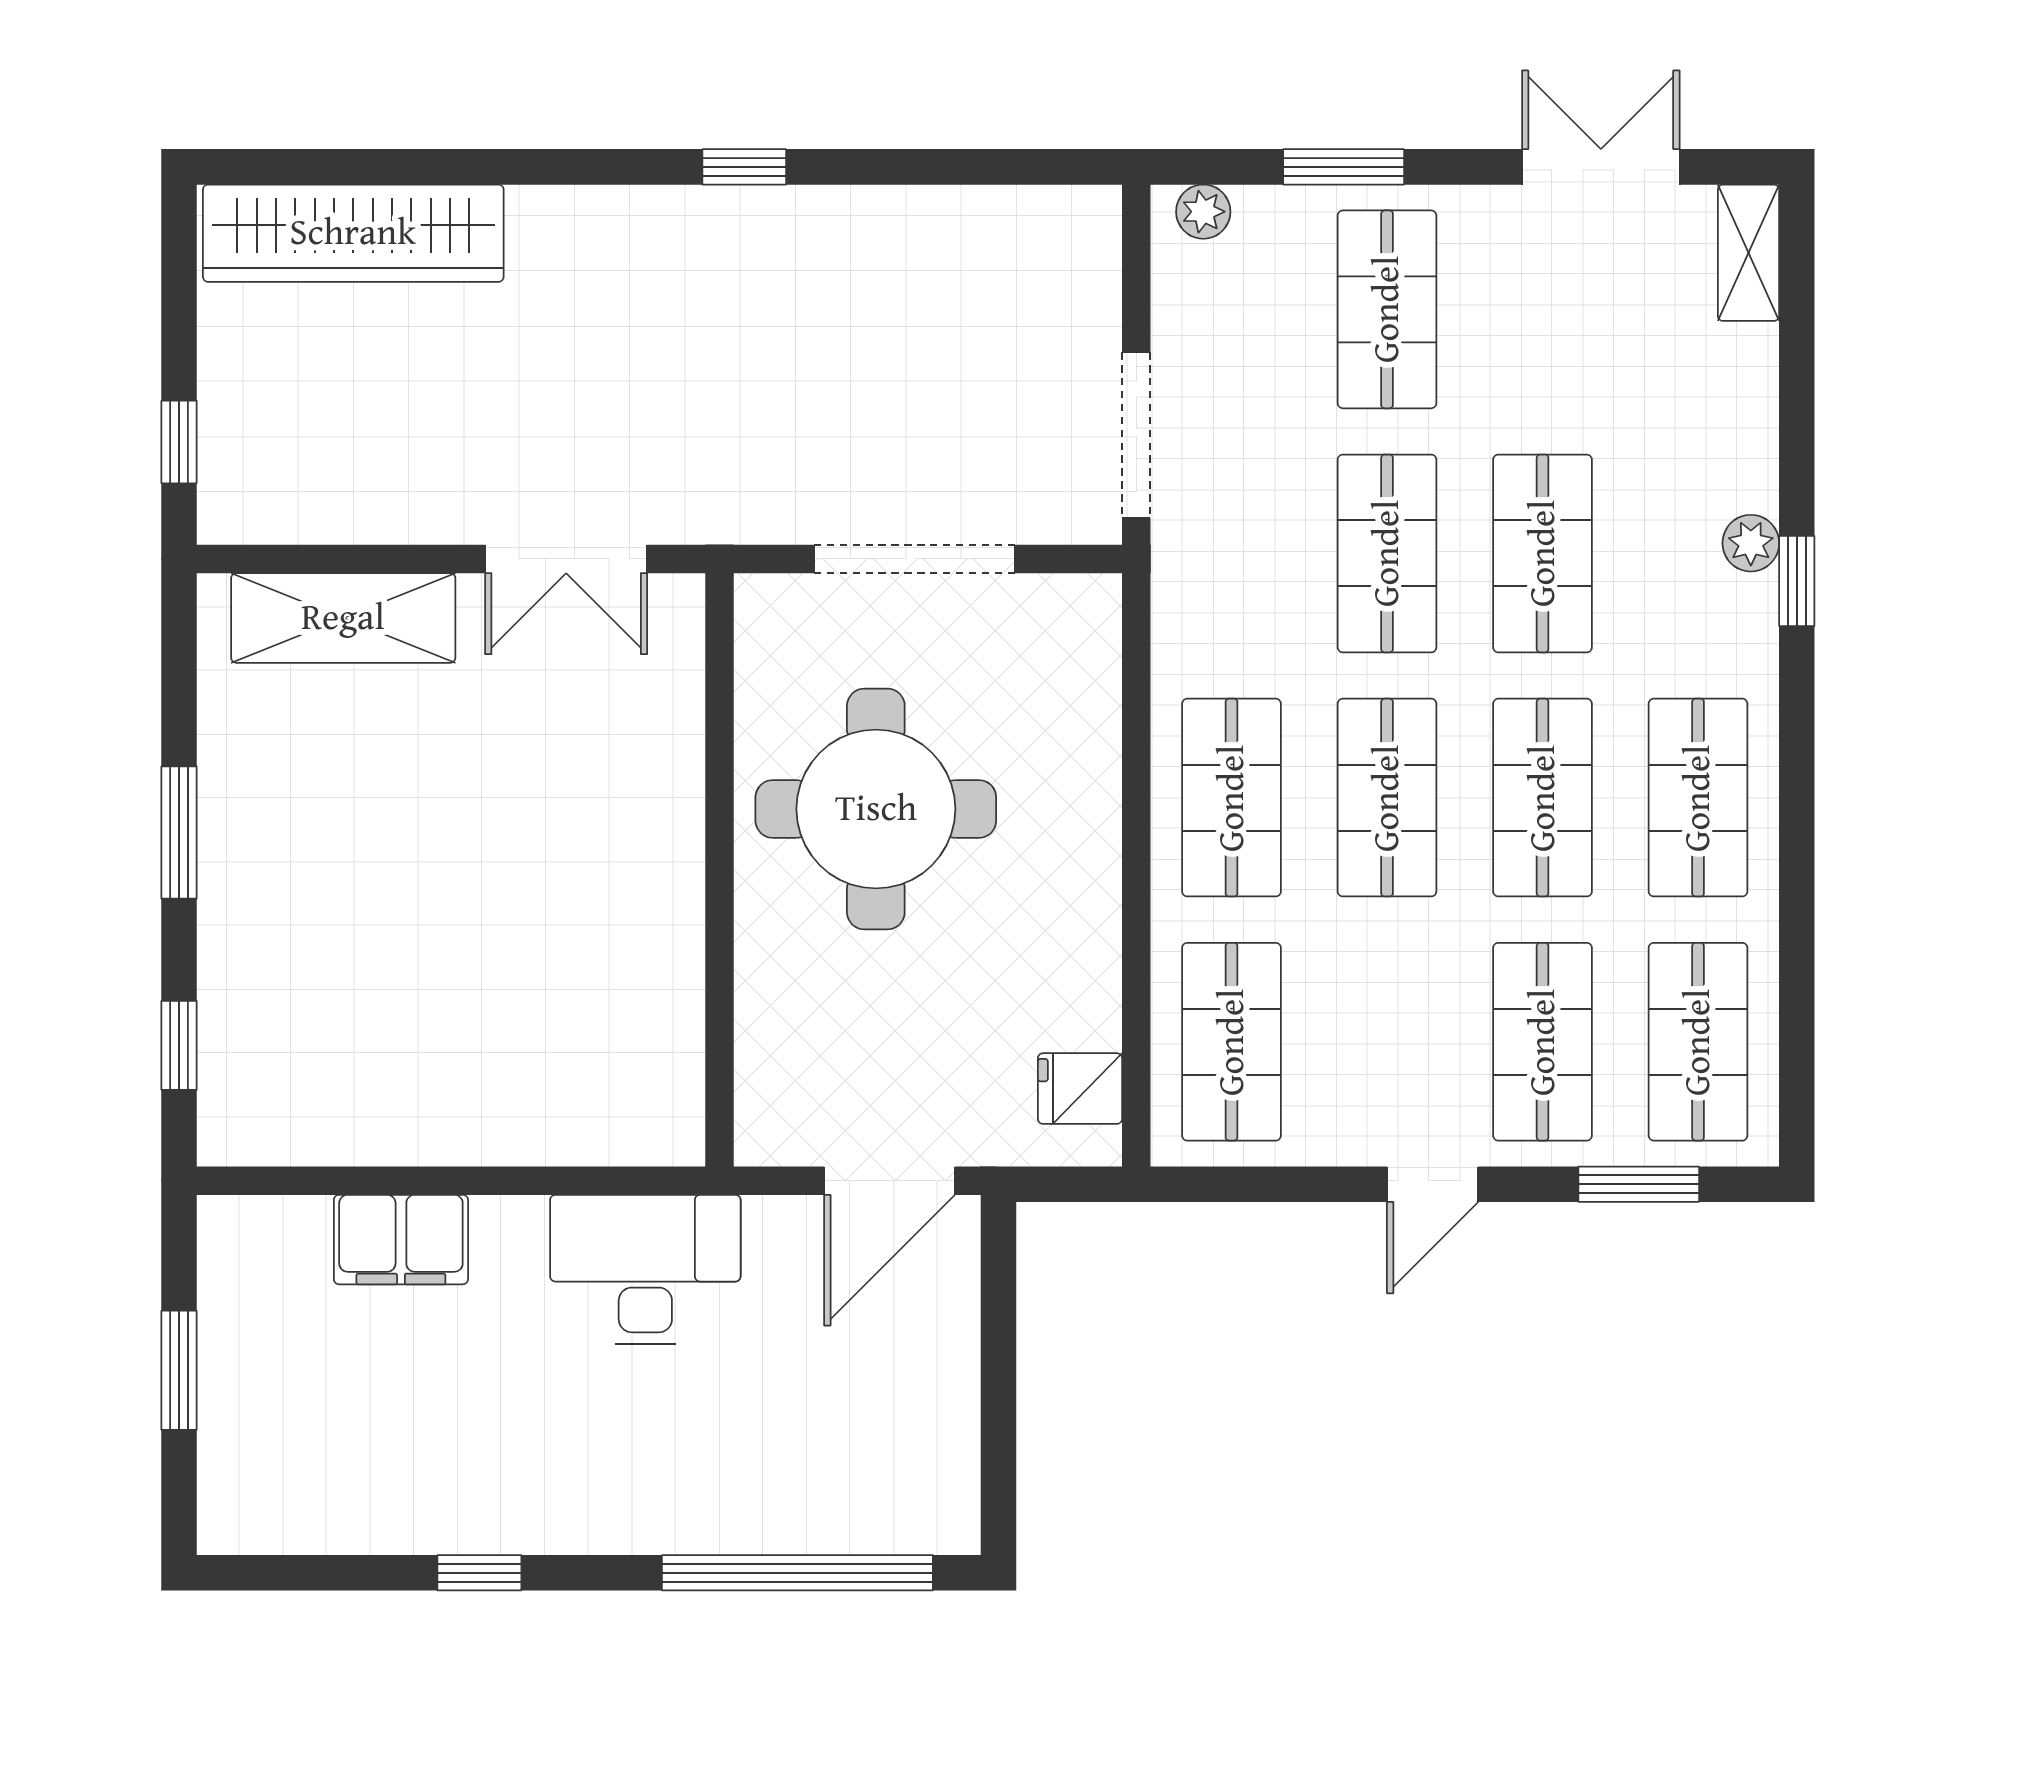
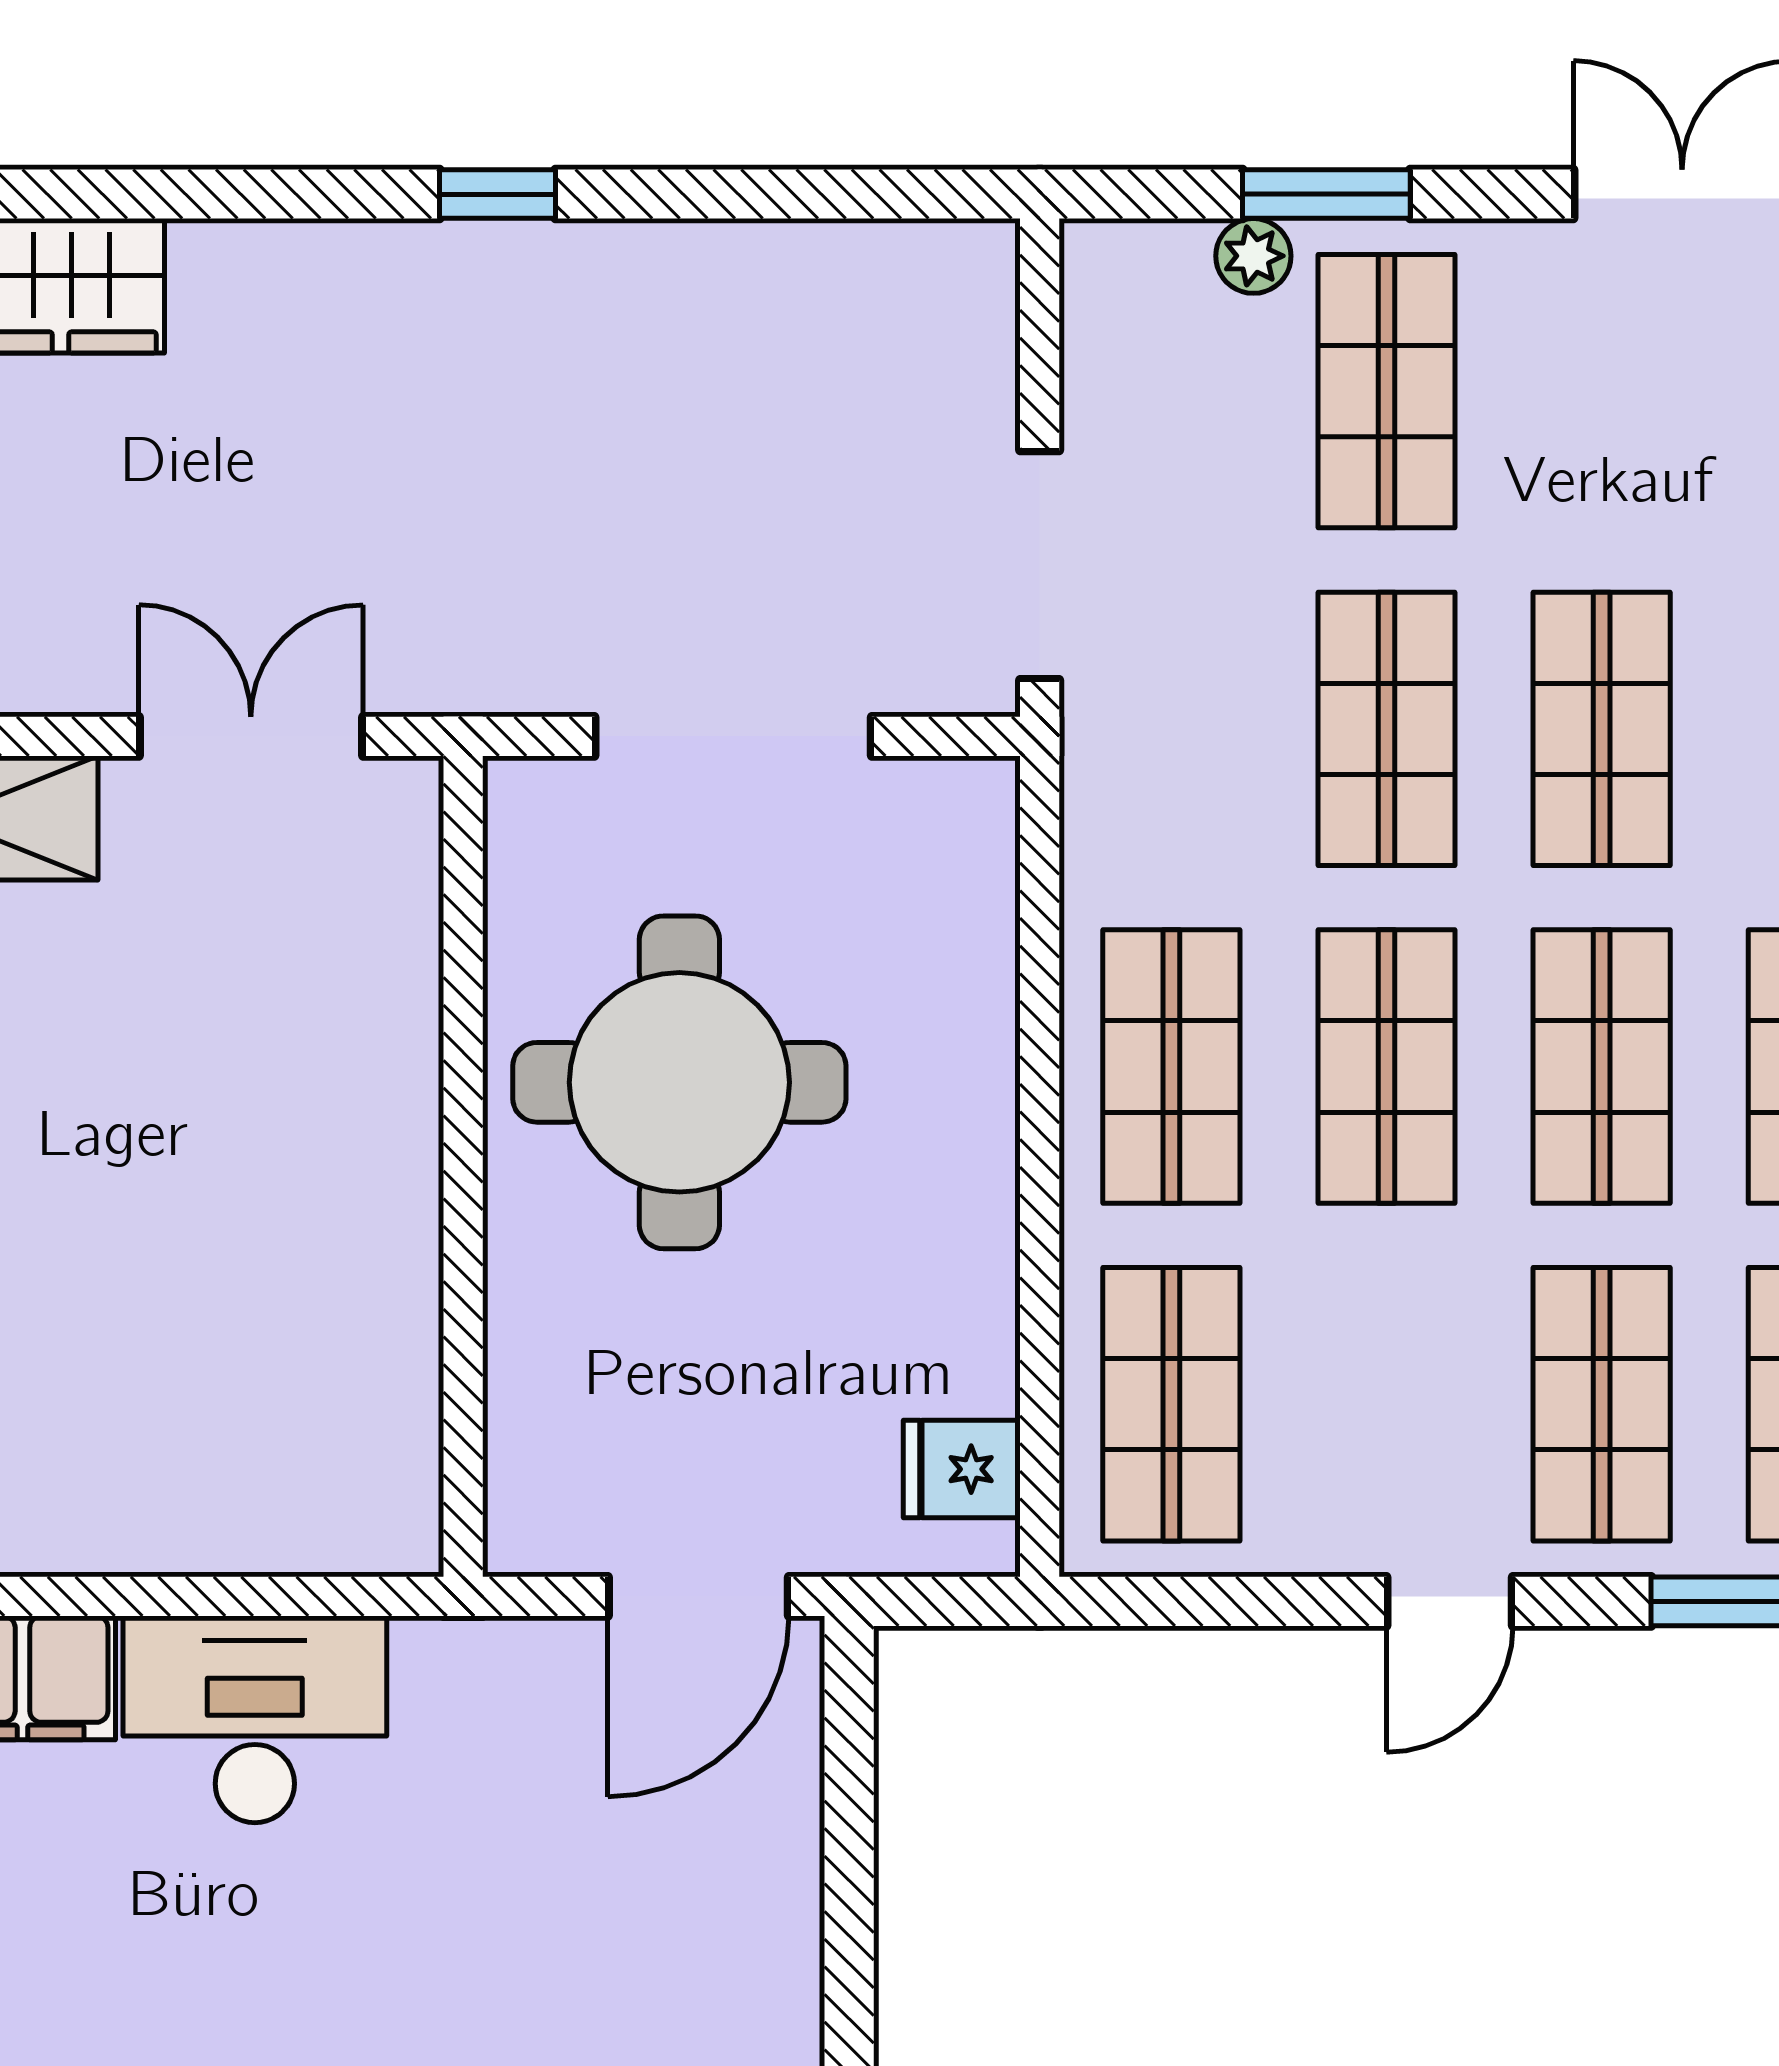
plant: (1203, 212) -> (1253, 256), moved
double door: (566, 559) -> (251, 736), swing flipped
desk: (645, 1270) -> (255, 1719), moved

